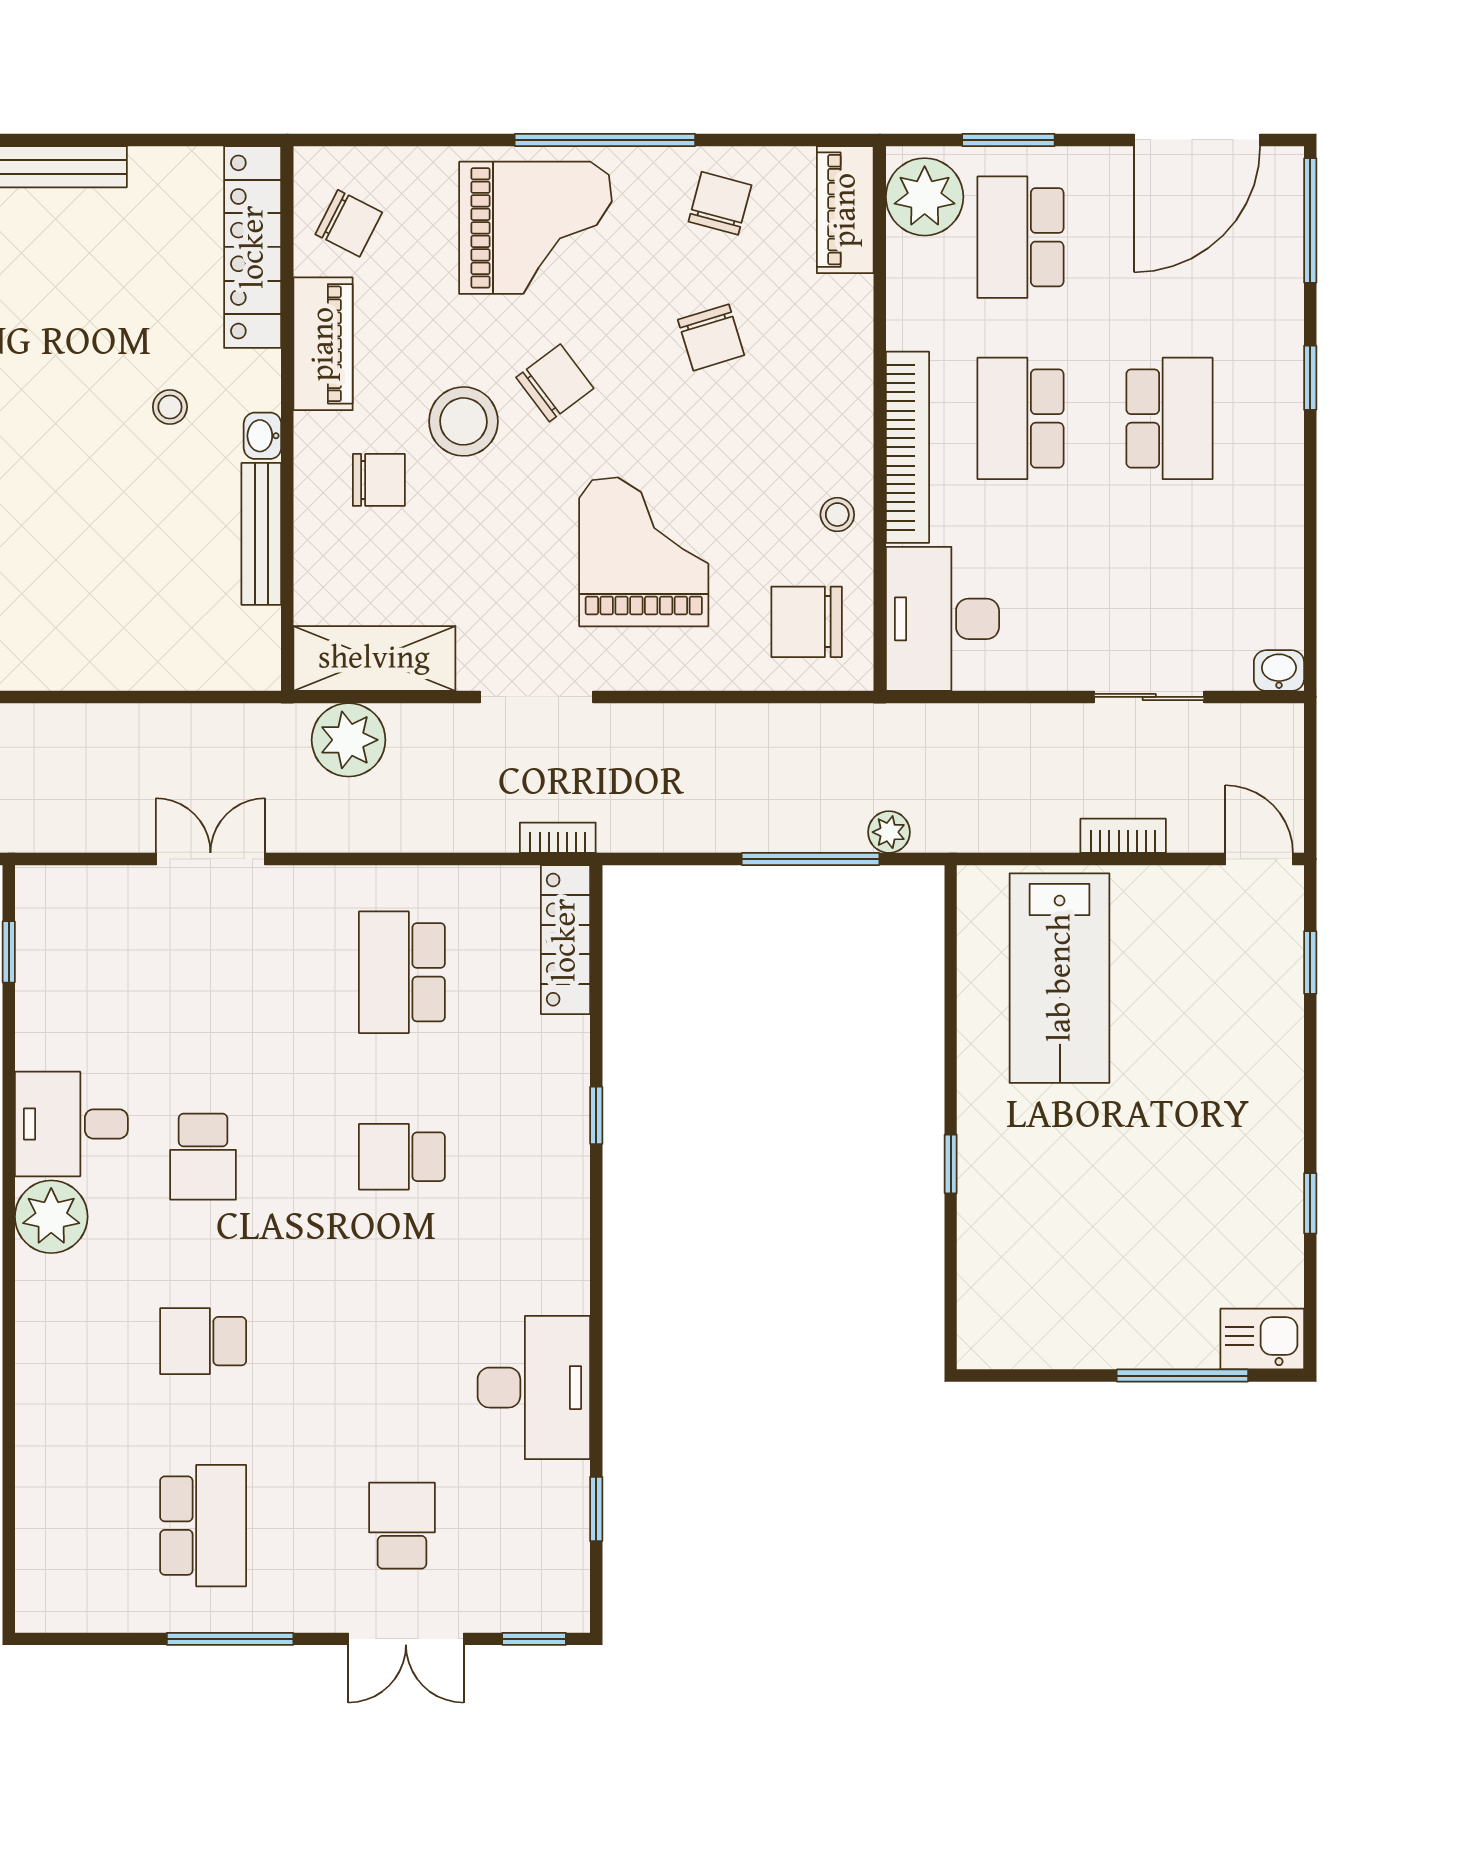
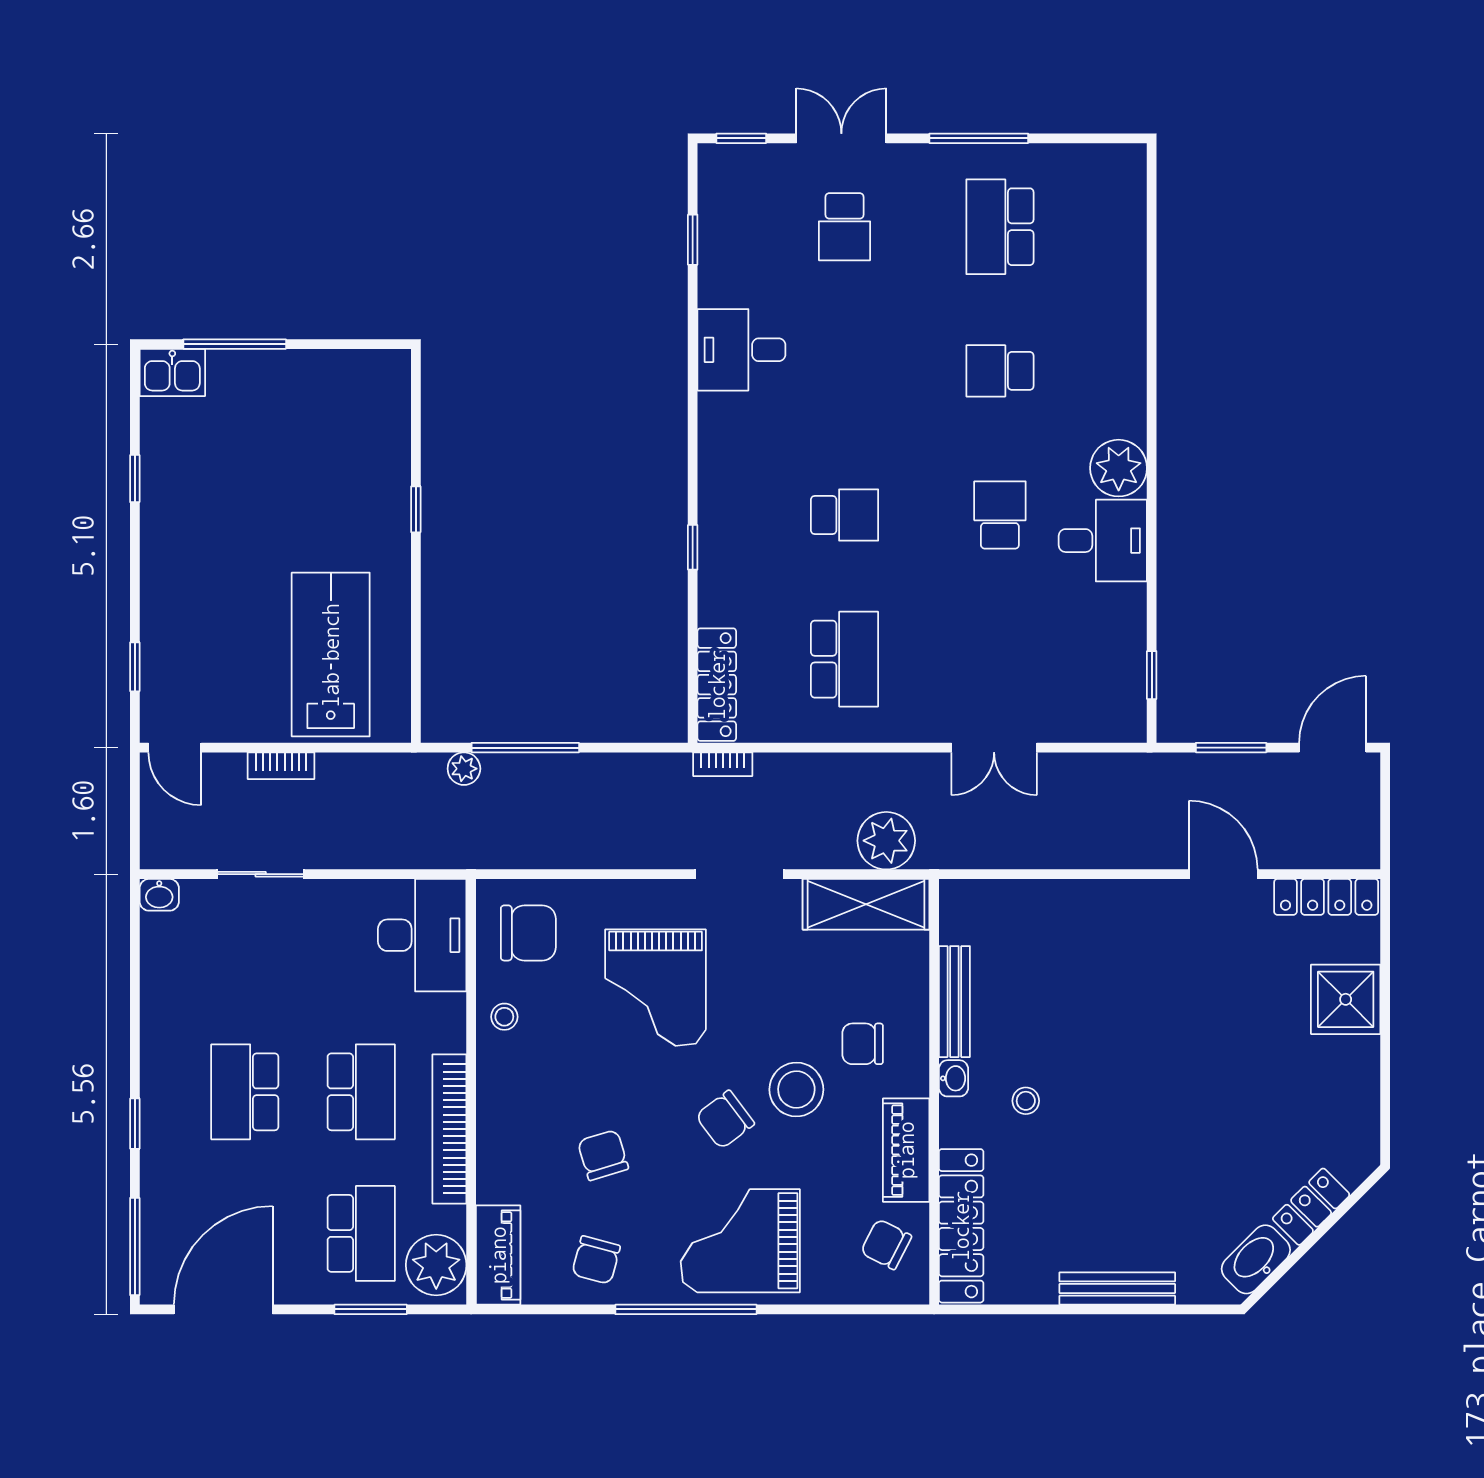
bookcase: (908, 447) -> (449, 1129), moved
school desk: (203, 1341) -> (1000, 371), turned 180
desk: (534, 1388) -> (741, 350), width x0.73

